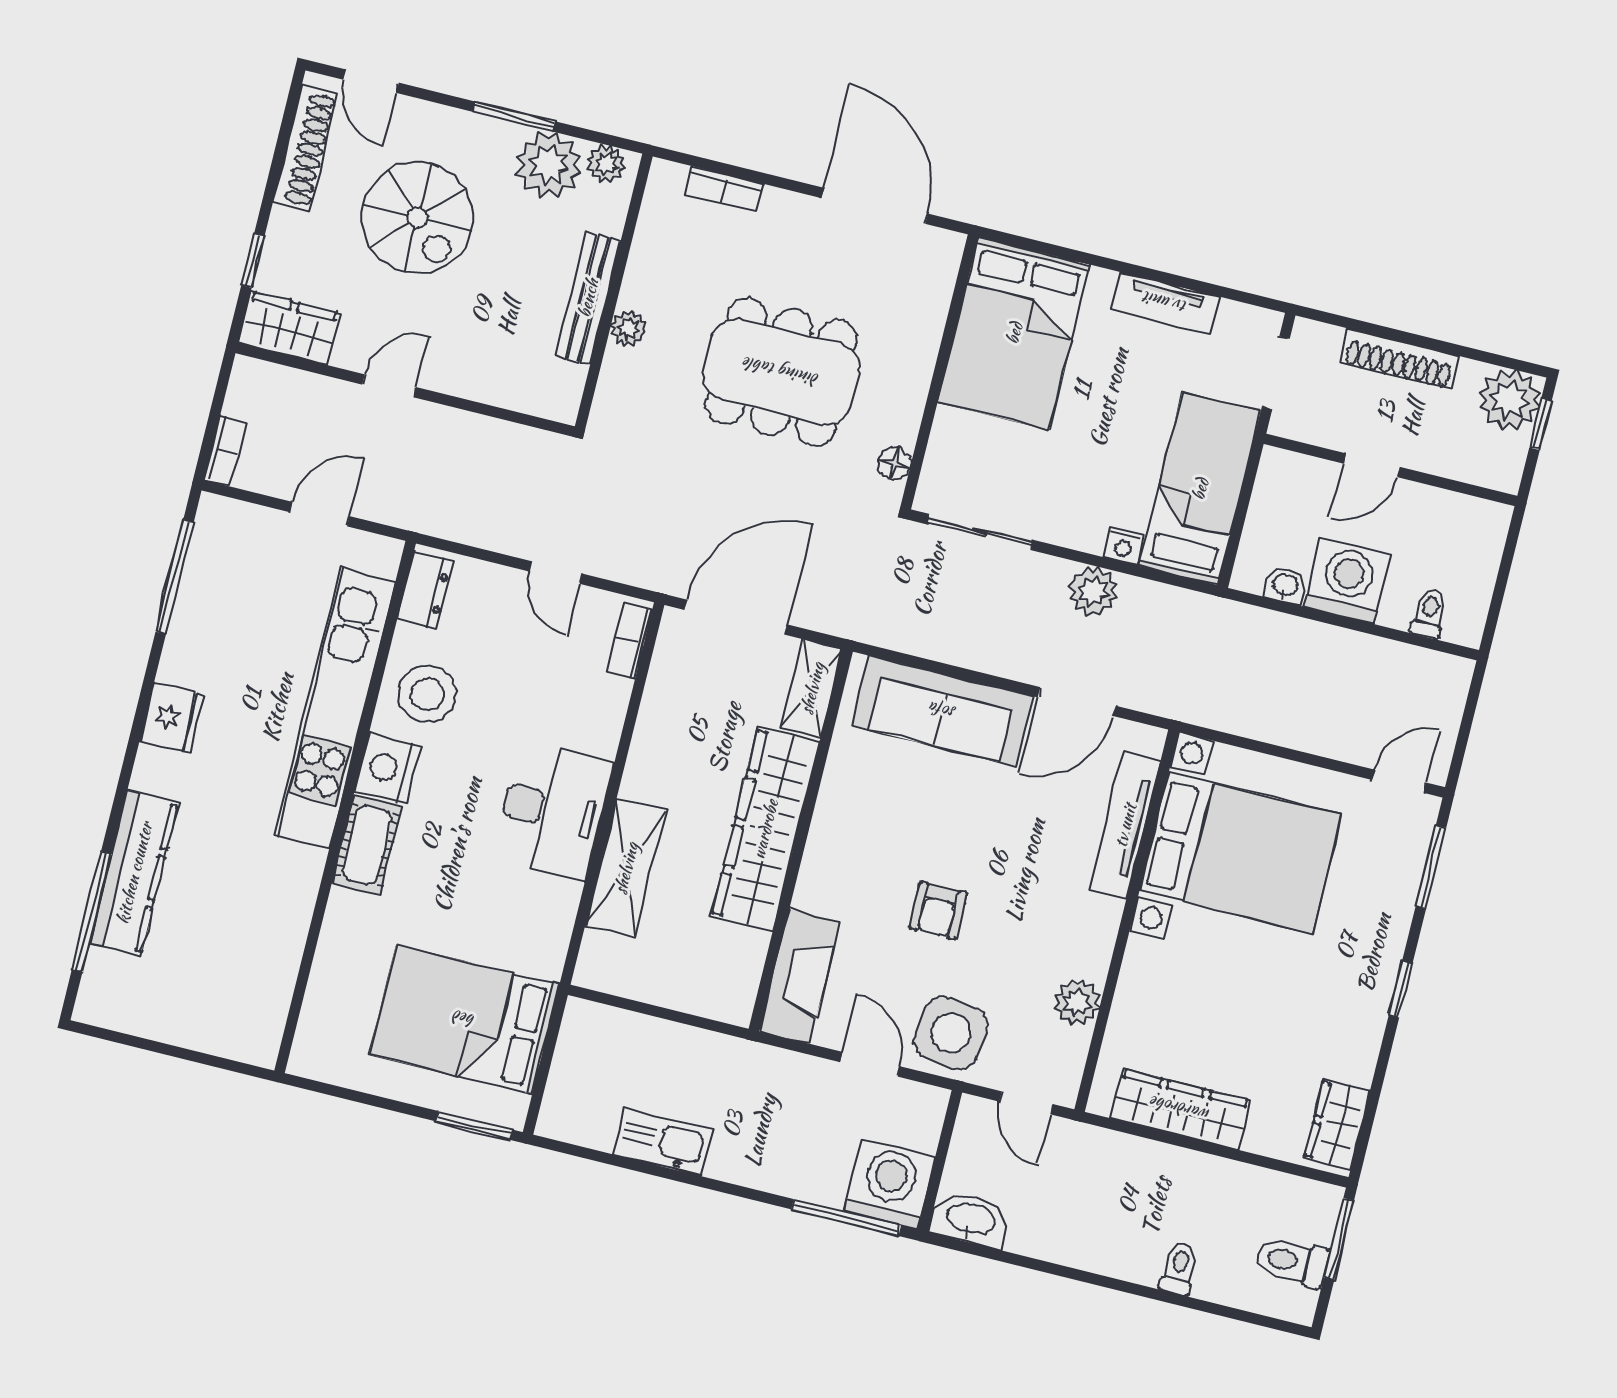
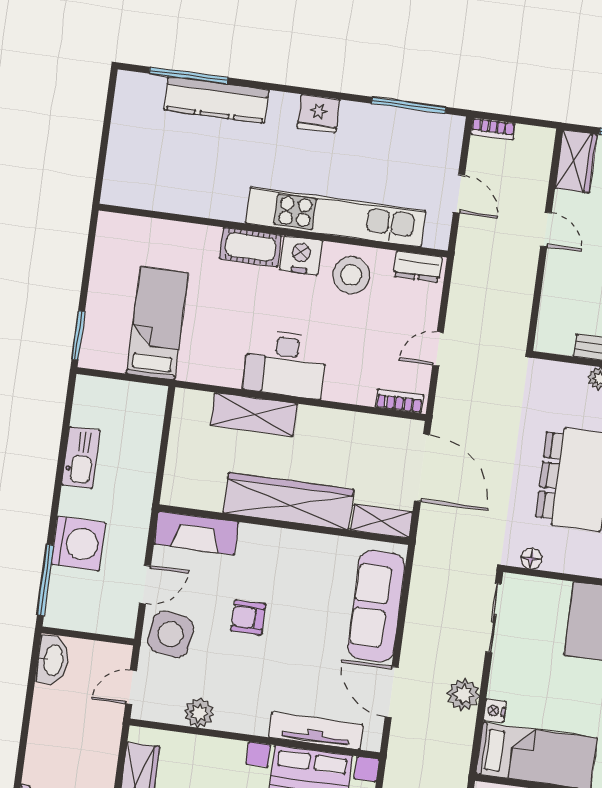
bed: (464, 1019) -> (158, 323), width x0.67
washing machine: (890, 1184) -> (78, 544), moved

